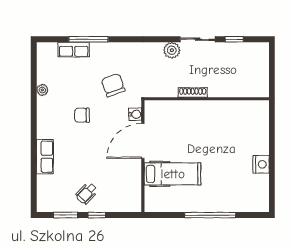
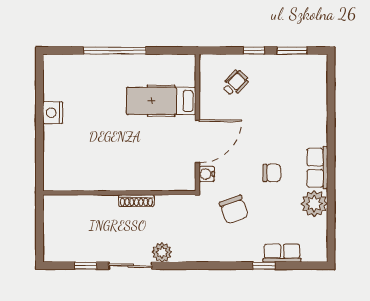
window: (88, 39) -> (264, 266), width x0.46
plant: (42, 90) -> (314, 204), width x1.87, depth x1.87
row of seats: (45, 157) -> (317, 168), moved
wheelchair: (87, 193) -> (235, 83), moved

